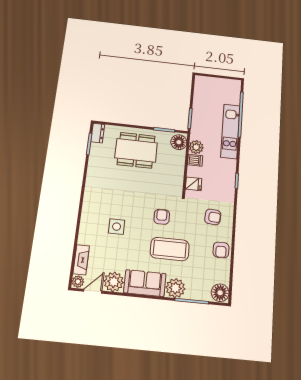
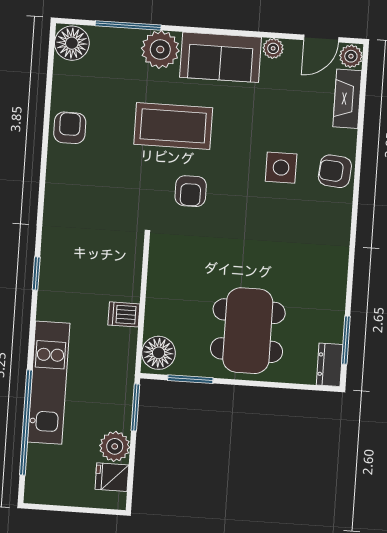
plant: (196, 147) -> (115, 446), moved
dining table: (136, 150) -> (248, 331), turned 90
fridge: (194, 184) -> (112, 477), moved
armchair: (213, 217) -> (335, 171), moved
plant: (114, 282) -> (273, 48), width x0.53, depth x0.53

